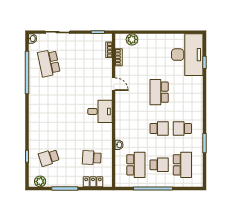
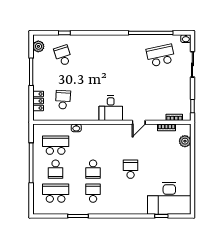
school desk: (159, 92) -> (131, 169), width x0.54
school desk: (136, 165) -> (56, 145), turned 180
school desk: (182, 165) -> (56, 193), turned 180

